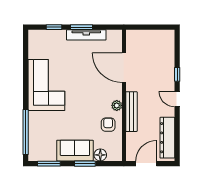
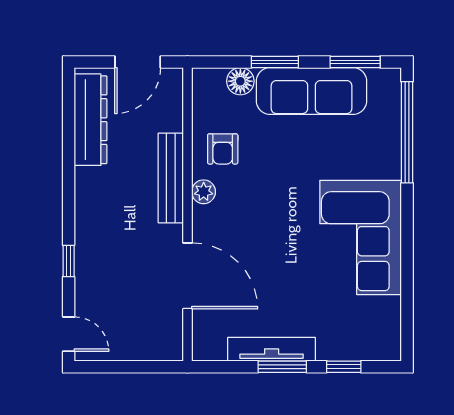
door: (177, 99) -> (69, 334), moved
sofa: (75, 151) -> (311, 91), width x1.36

